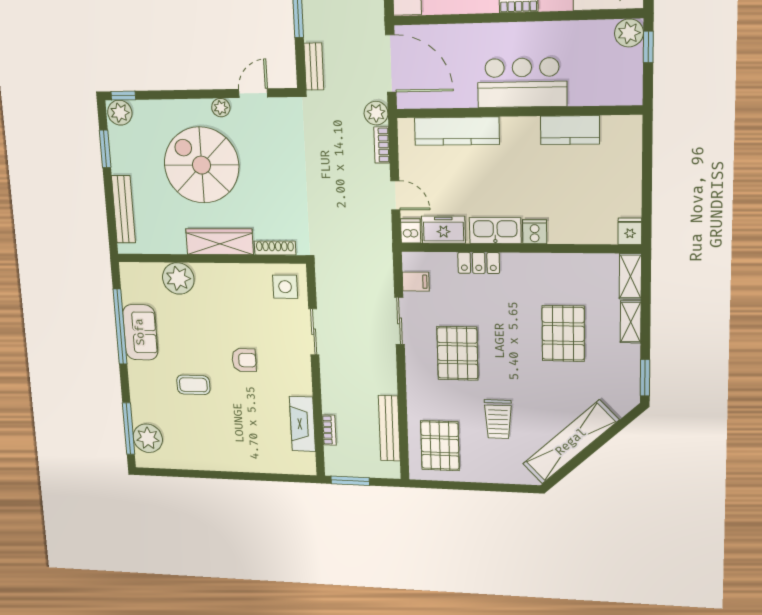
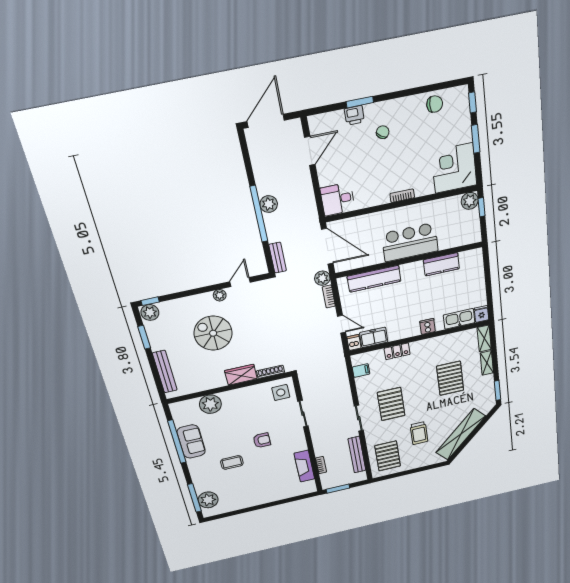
spiral stairs: (201, 165) -> (213, 333), width x0.73, depth x0.73
kitchen sink: (495, 231) -> (459, 319), moved
wardrobe: (220, 242) -> (241, 375), width x0.67
sliding door: (400, 321) -> (359, 418), moved

